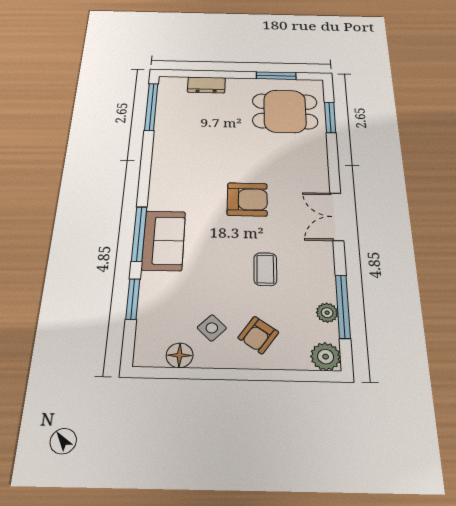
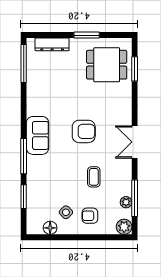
window: (276, 76) -> (87, 35), moved
dresser: (206, 85) -> (52, 44), width x1.44
sofa: (164, 240) -> (38, 135), moved
armchair: (258, 335) -> (90, 216), turned 55

